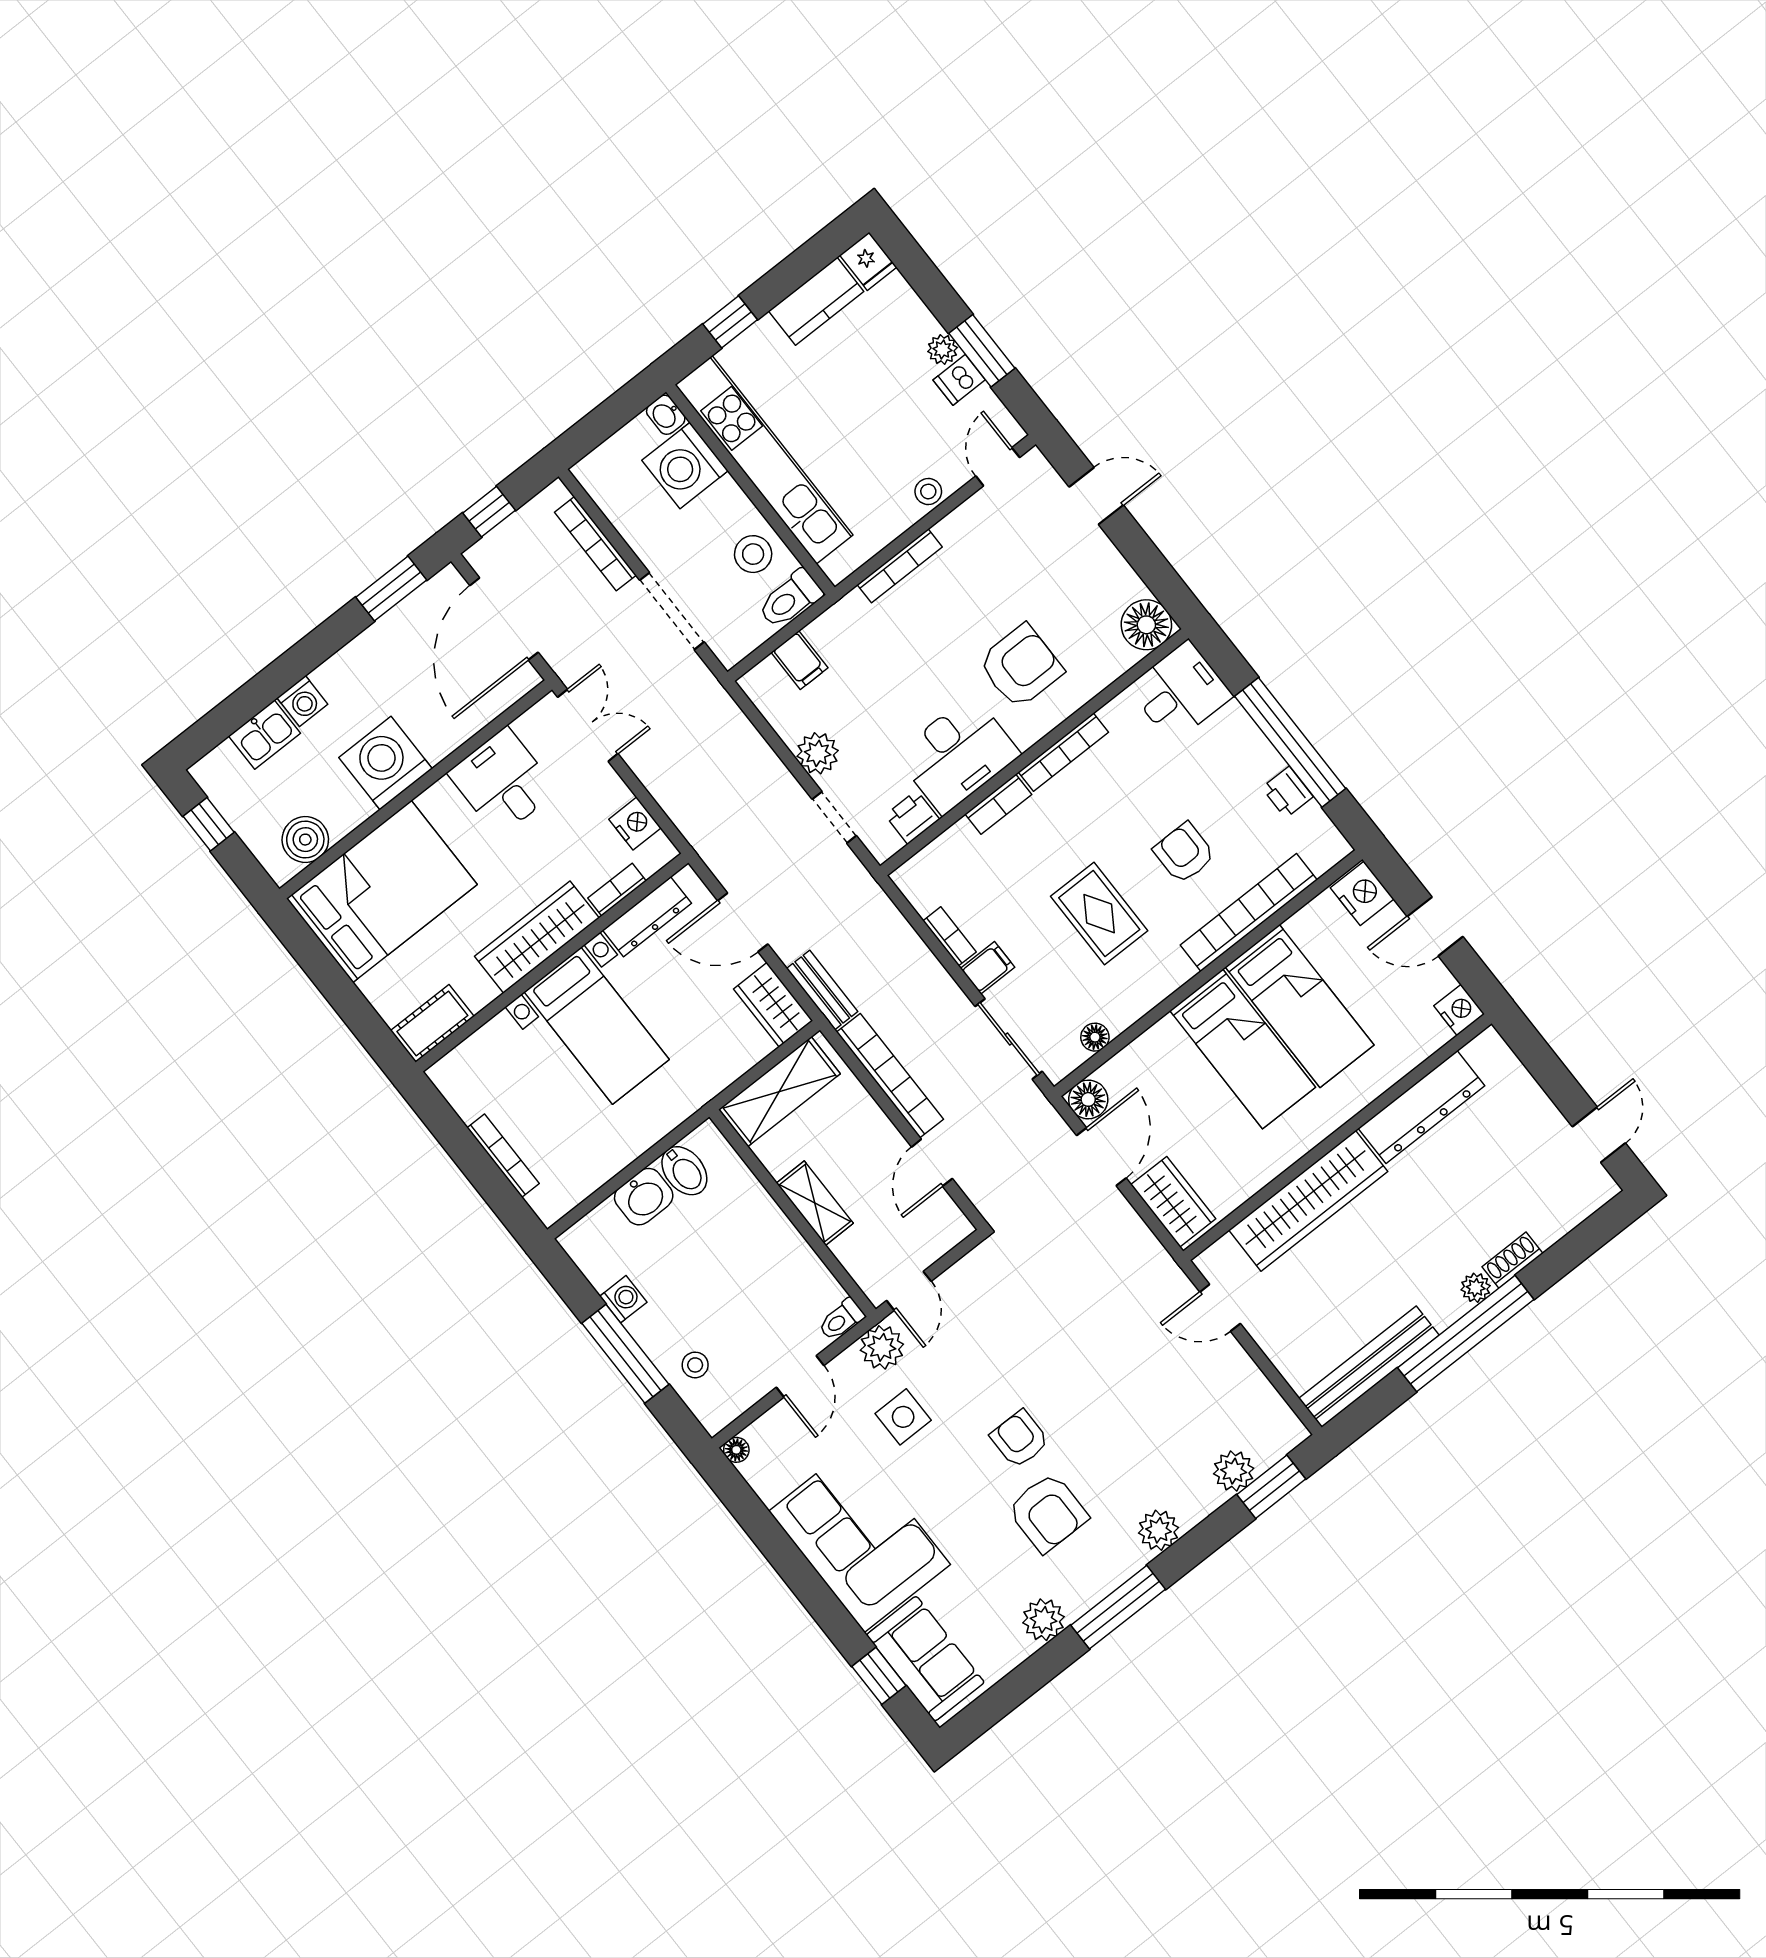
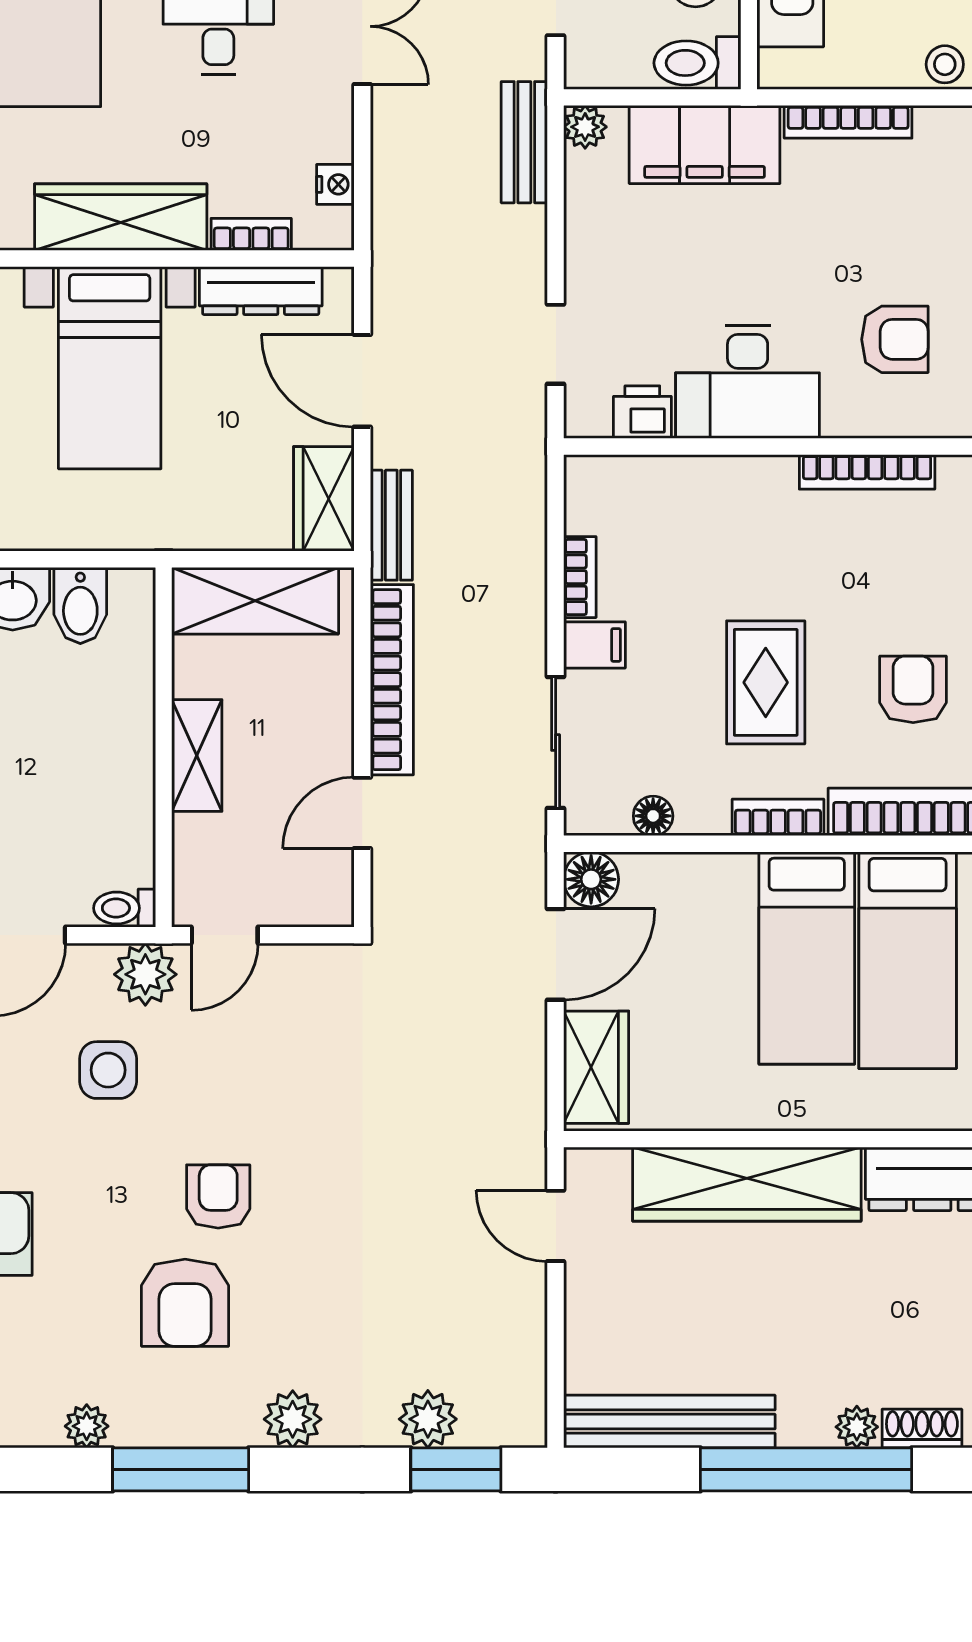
filing cabinet: (799, 660) -> (705, 145), width x3.00, depth x1.17
armchair: (1021, 666) -> (895, 339), width x0.72, depth x0.72
bench: (729, 719) -> (524, 142), added
plant: (818, 753) -> (585, 127), moved, width x0.73, depth x0.73
bookcase: (998, 804) -> (778, 817), moved, turned 180
nightstand: (635, 824) -> (335, 184), width x0.72, depth x0.74
plant: (1043, 1620) -> (87, 1426), width x0.73, depth x0.73

